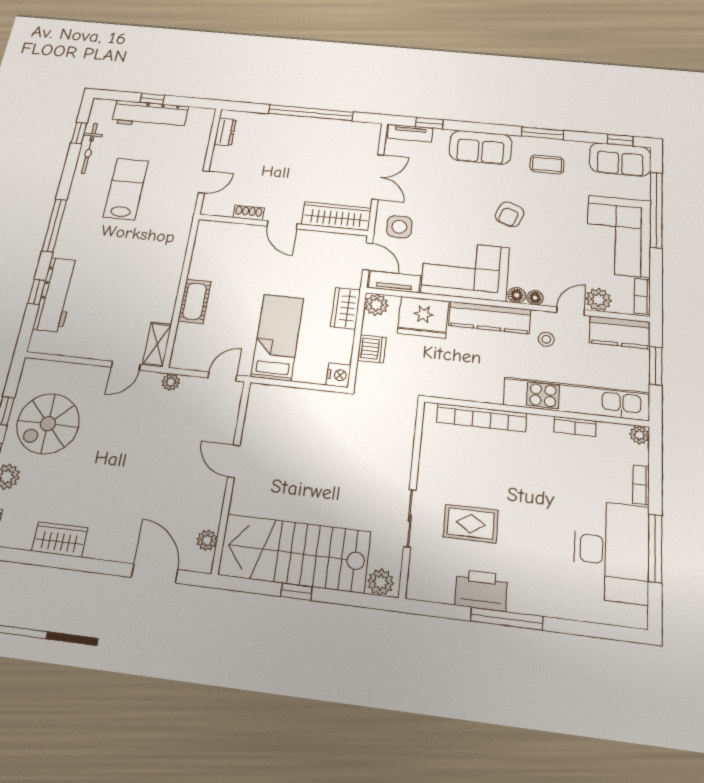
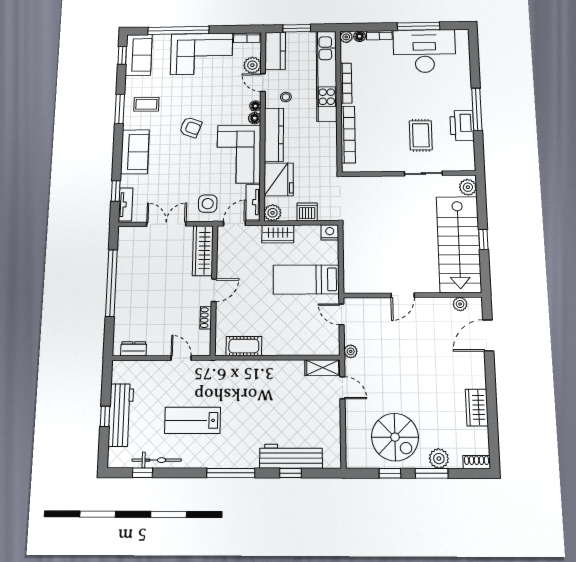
coffee table: (547, 164) -> (146, 104), turned 90
cot: (195, 301) -> (244, 346), moved
bookcase: (575, 426) -> (346, 83), width x1.56
floor lamp: (640, 455) -> (360, 36), added

